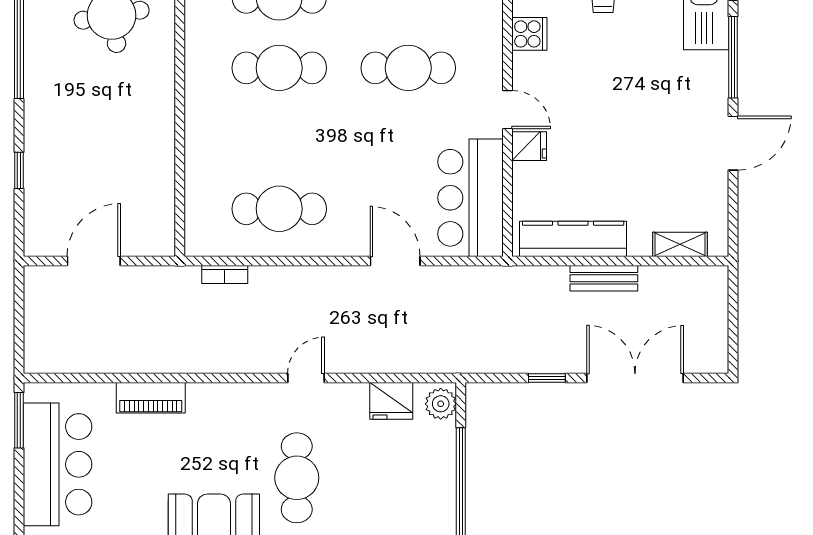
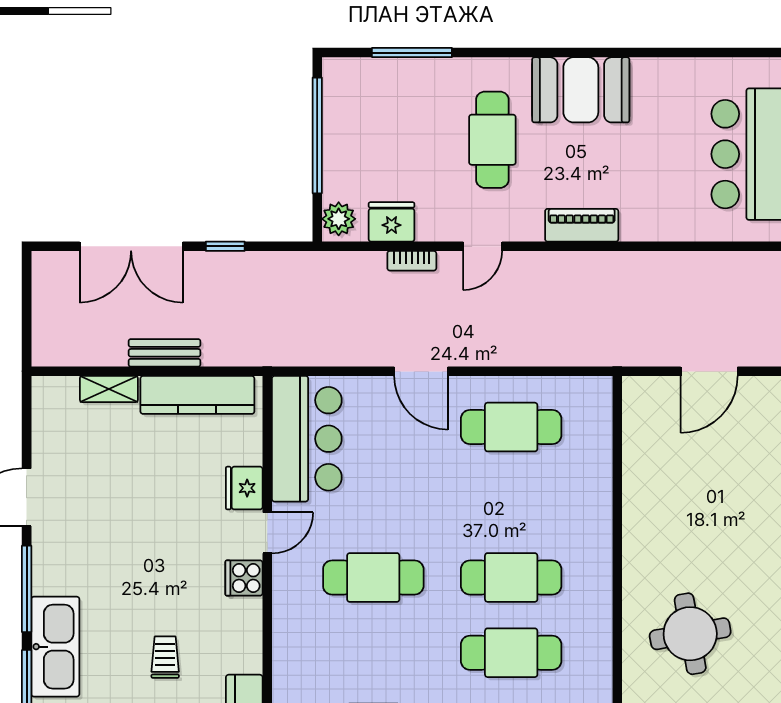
cooker: (529, 34) -> (244, 578), moved
door: (508, 110) -> (267, 533), swing flipped
fridge: (529, 146) -> (244, 488), width x1.38
shelving: (680, 244) -> (109, 389), moved
door: (395, 261) -> (421, 371), moved
bookcase: (225, 275) -> (412, 261), moved, turned 180
piano: (151, 398) -> (582, 225), moved

